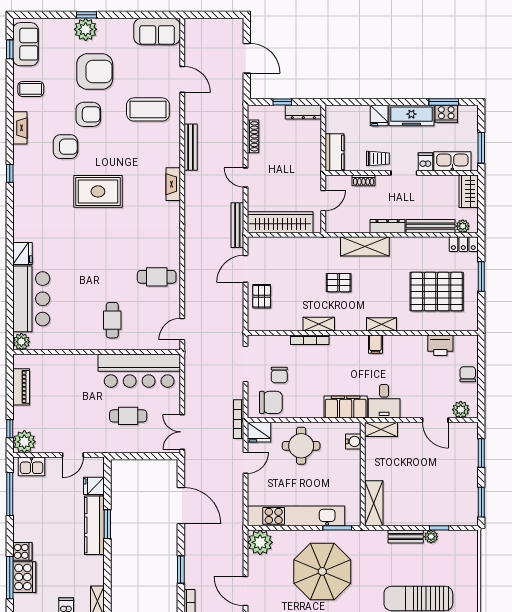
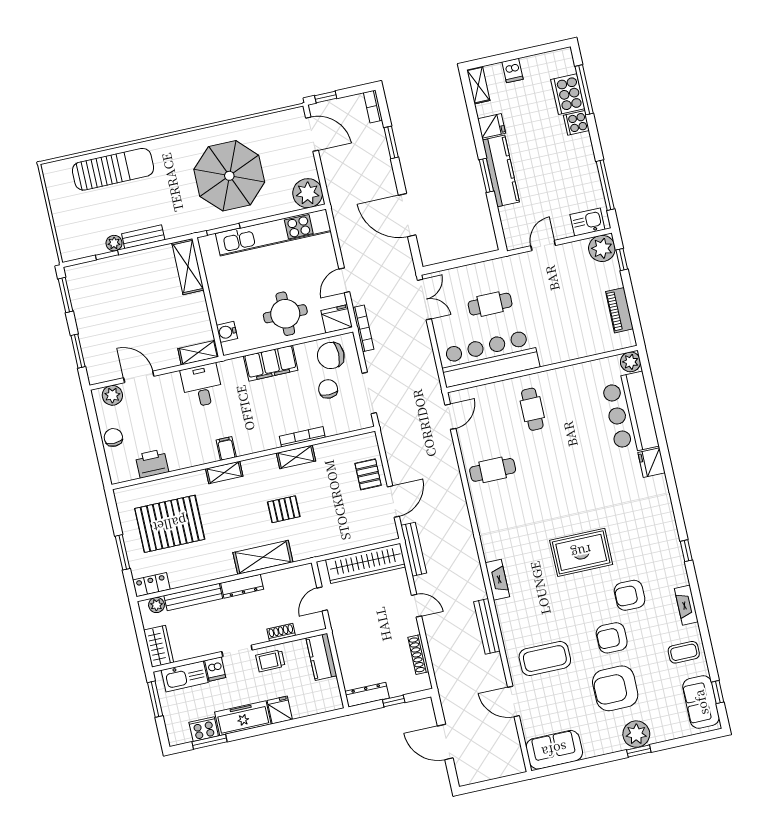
chair: (468, 374) -> (113, 437), turned 180
filing cabinet: (346, 407) -> (271, 363), moved
fridge: (94, 486) -> (492, 126), moved

